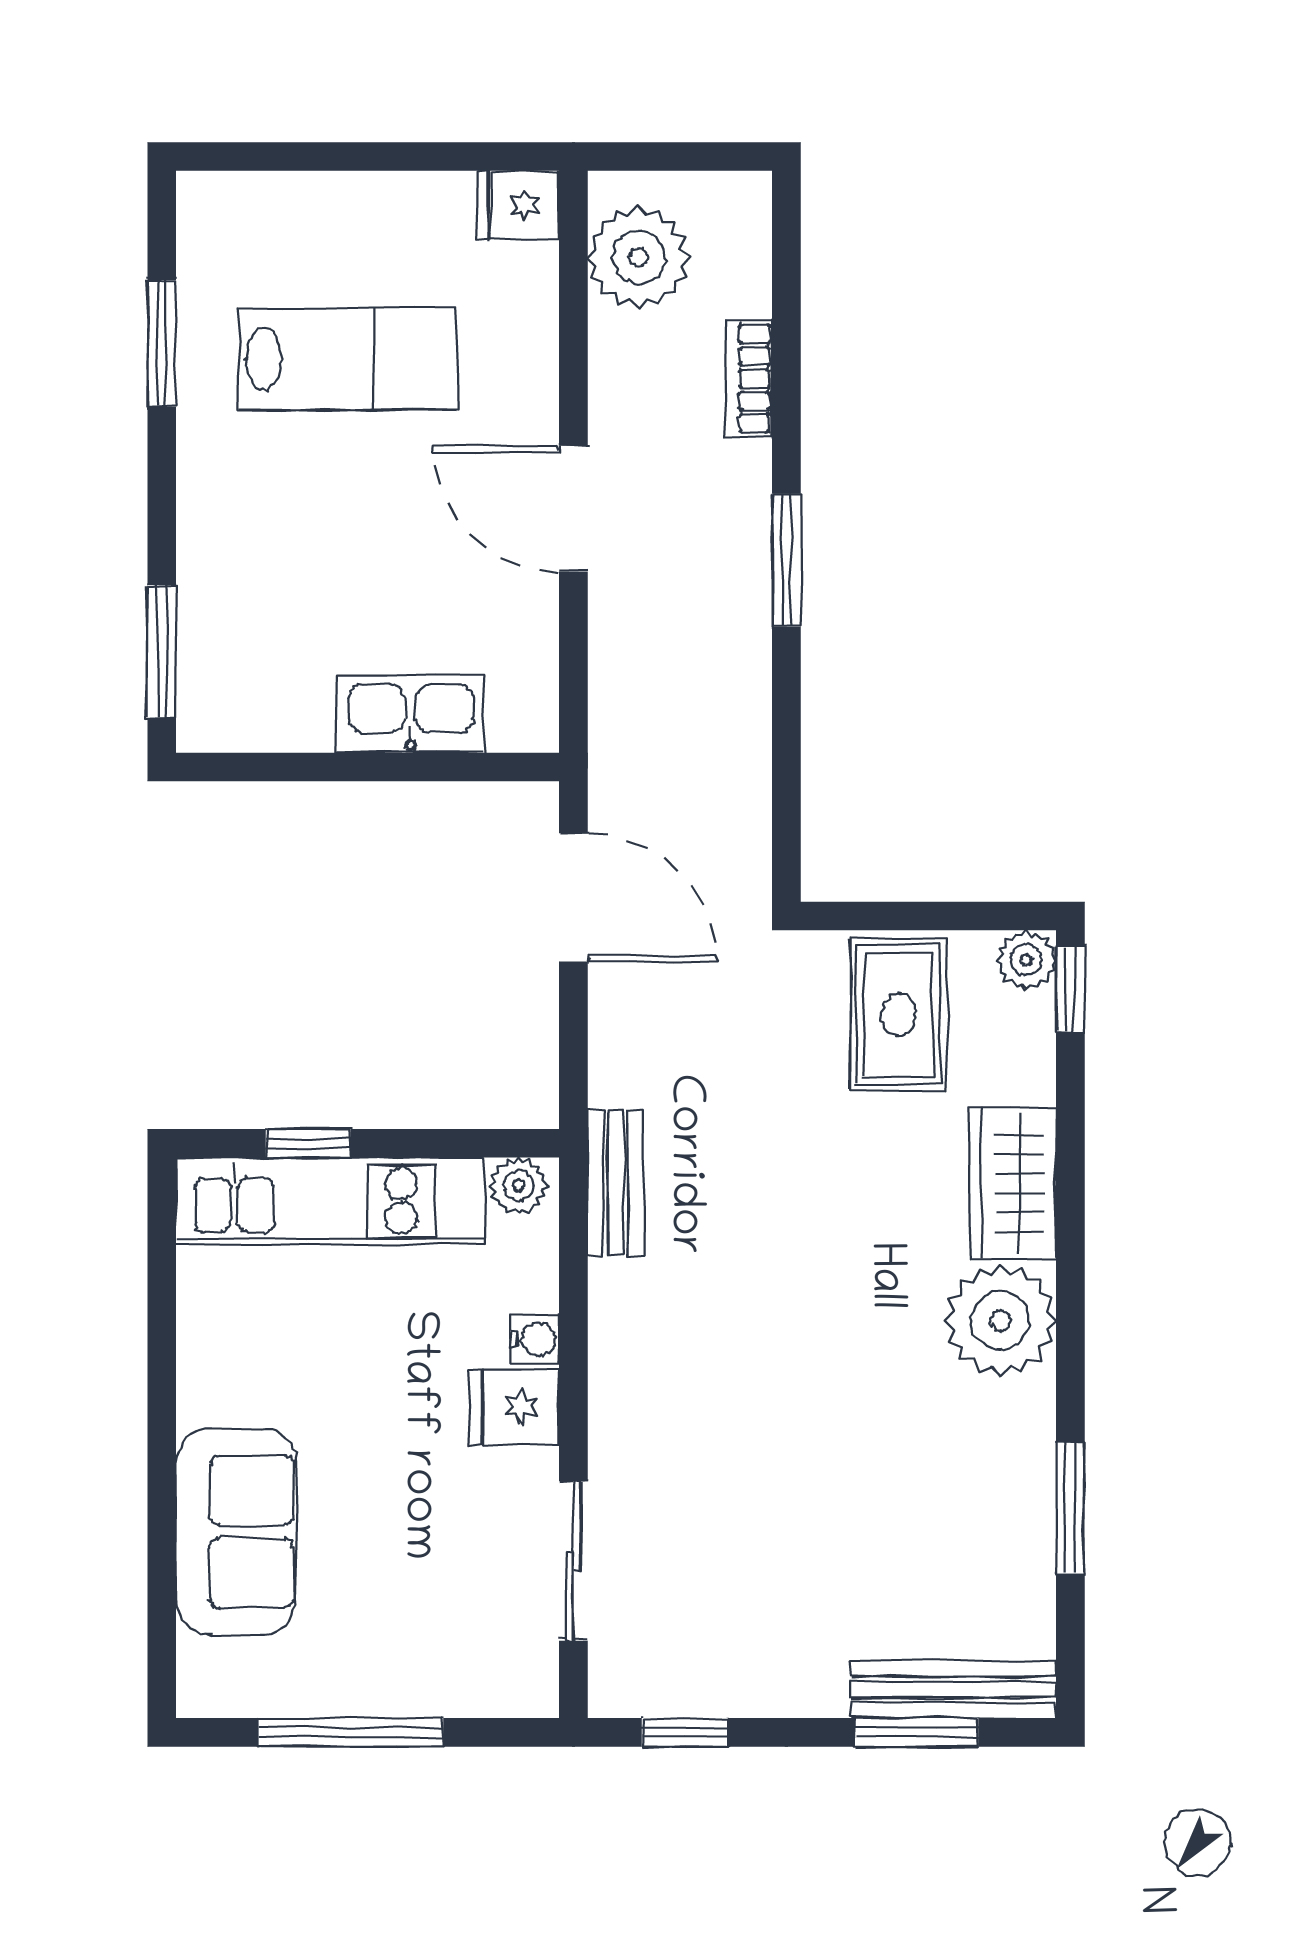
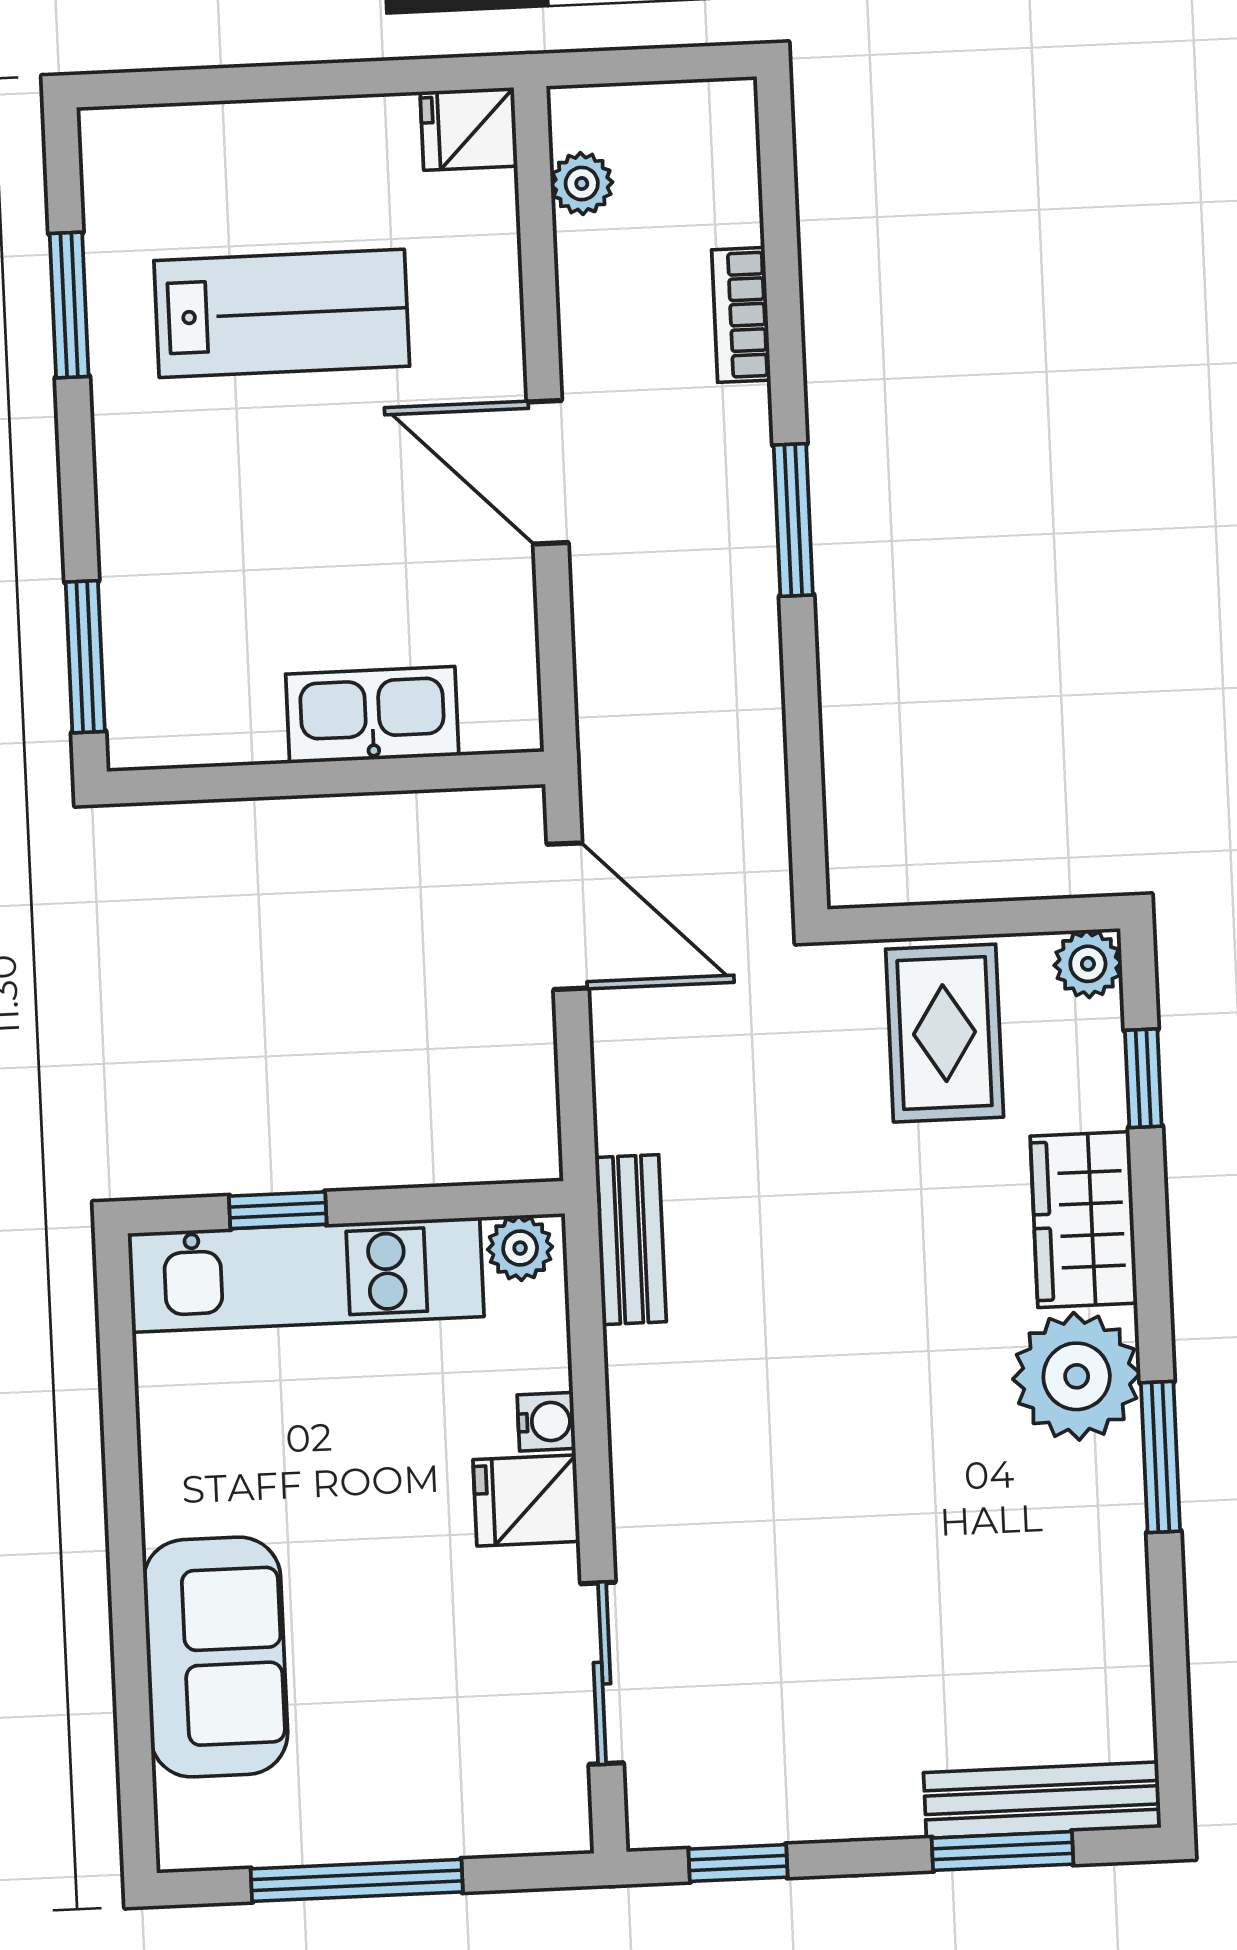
plant: (639, 257) -> (582, 184), width x0.53, depth x0.53
window: (1070, 989) -> (1143, 1078), moved
window: (1070, 1508) -> (1160, 1457), moved

